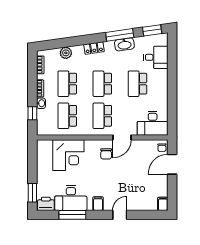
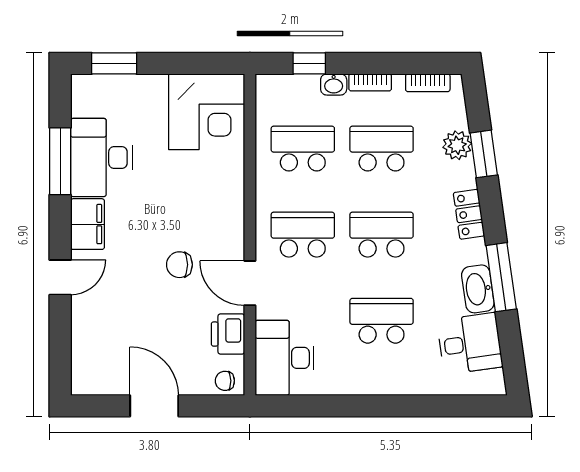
window: (152, 30) -> (484, 154), moved
desk: (156, 57) -> (470, 344), moved, turned -98
chair: (106, 154) -> (179, 265), moved
corner desk: (68, 155) -> (207, 112), moved, turned -90
door: (172, 164) -> (154, 406), moved
printer: (46, 204) -> (228, 334), moved, turned 180
filing cabinet: (98, 204) -> (87, 224), width x2.00
filing cabinet: (163, 204) -> (87, 383), removed
door: (120, 215) -> (60, 277), hinge flipped

